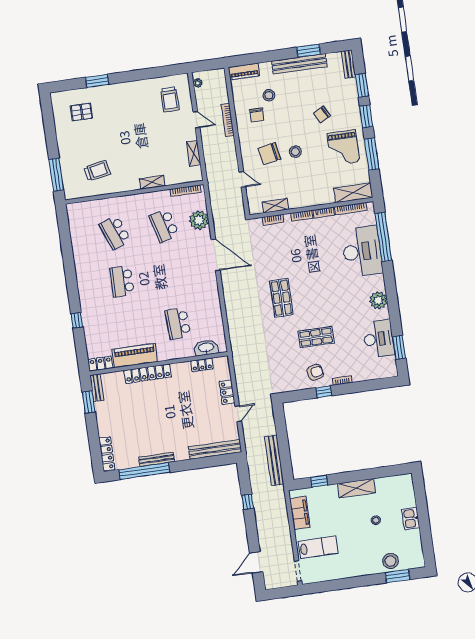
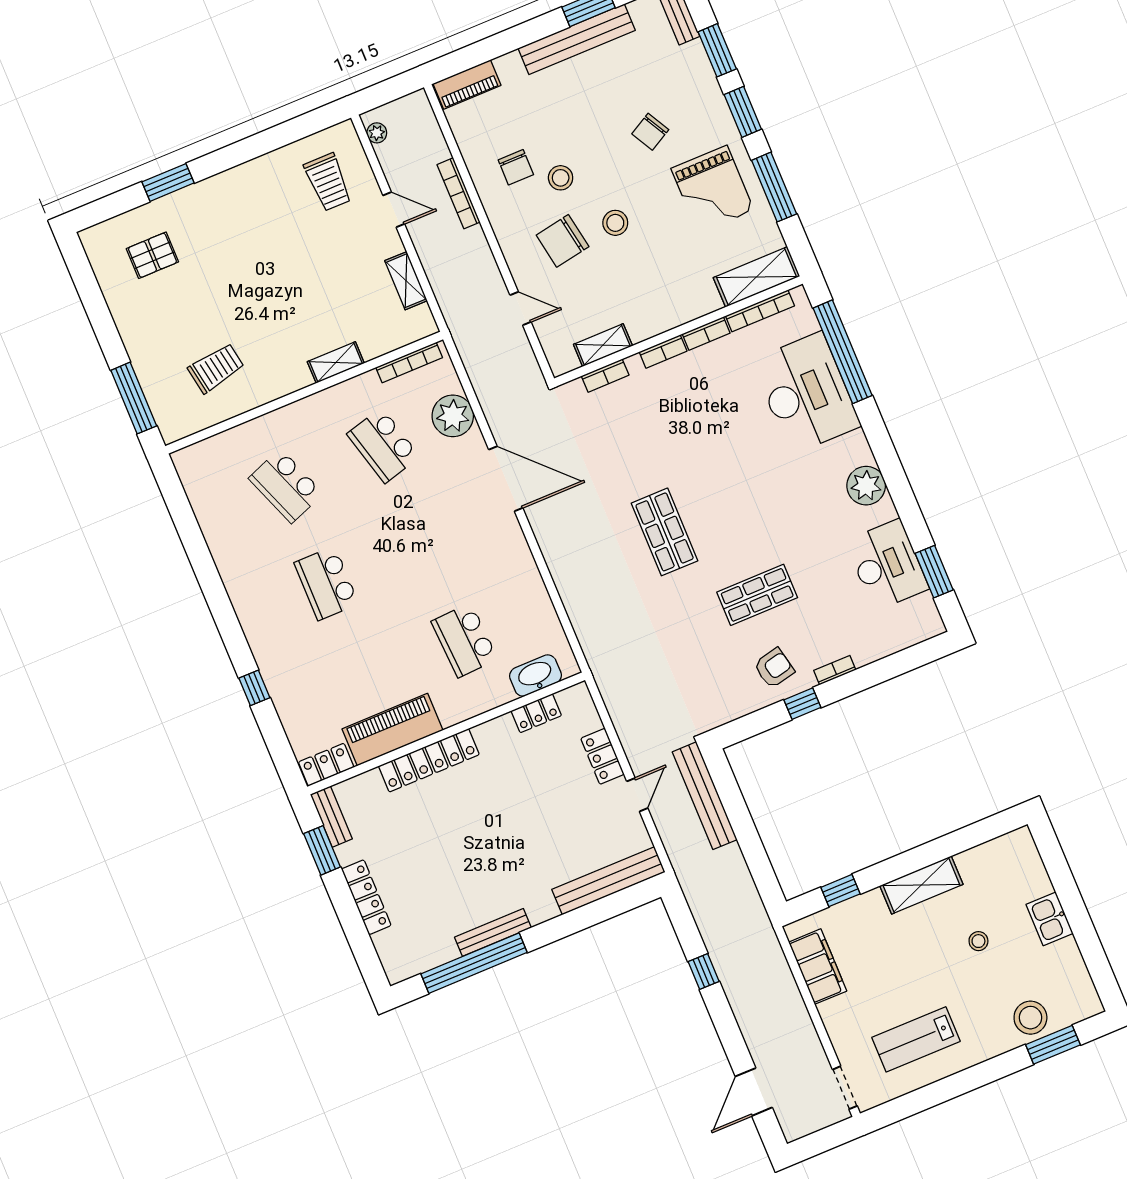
stool: (269, 95) -> (561, 178), moved
locker: (107, 454) -> (366, 897), moved
bench: (274, 460) -> (705, 796), moved
lab bench: (318, 547) -> (916, 1039), moved, turned 180

